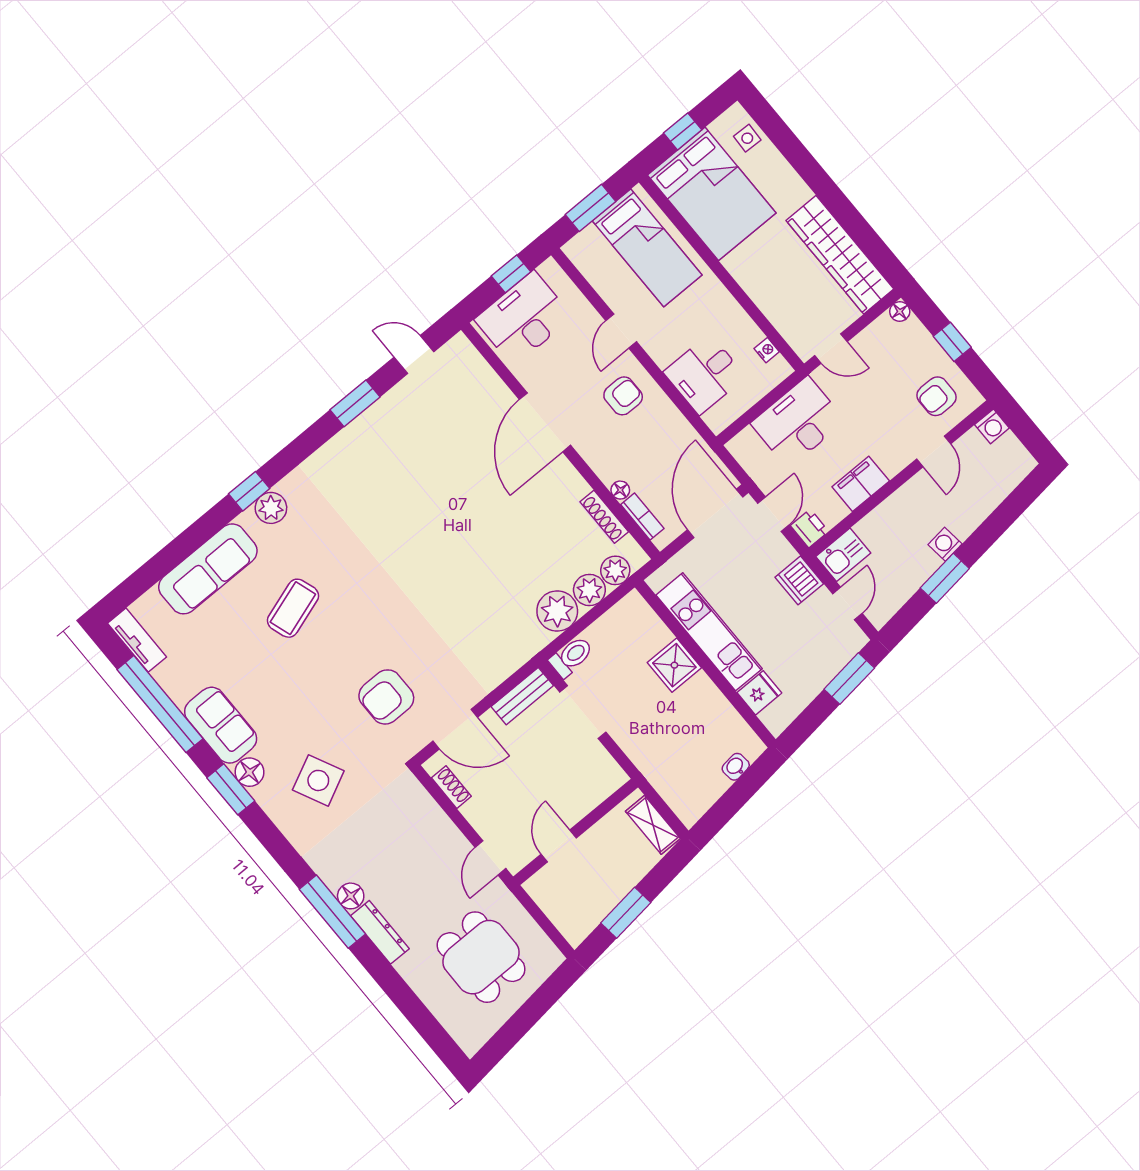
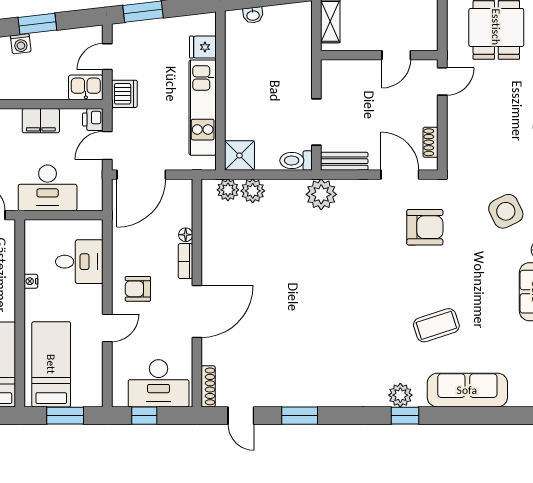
nightstand: (767, 350) -> (31, 281), moved
bookcase: (642, 516) -> (186, 261), moved
shoe rack: (604, 517) -> (208, 386), moved
plant: (557, 611) -> (321, 194), moved
shower: (674, 665) -> (239, 155), moved

